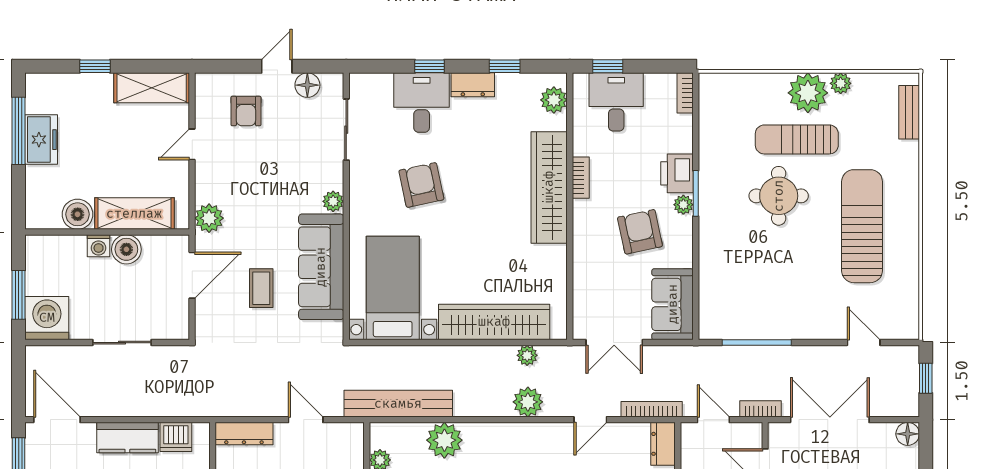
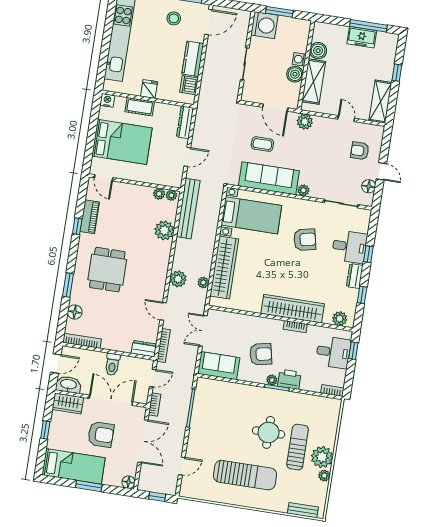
plant: (379, 437) -> (171, 195), added

